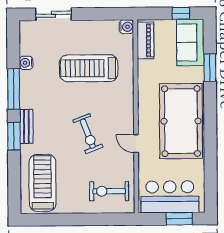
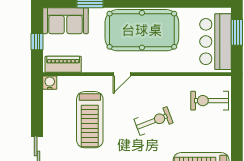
window: (181, 13) -> (37, 42), moved
door: (136, 144) -> (122, 74), moved
exercise bike: (109, 191) -> (210, 101), turned 90

